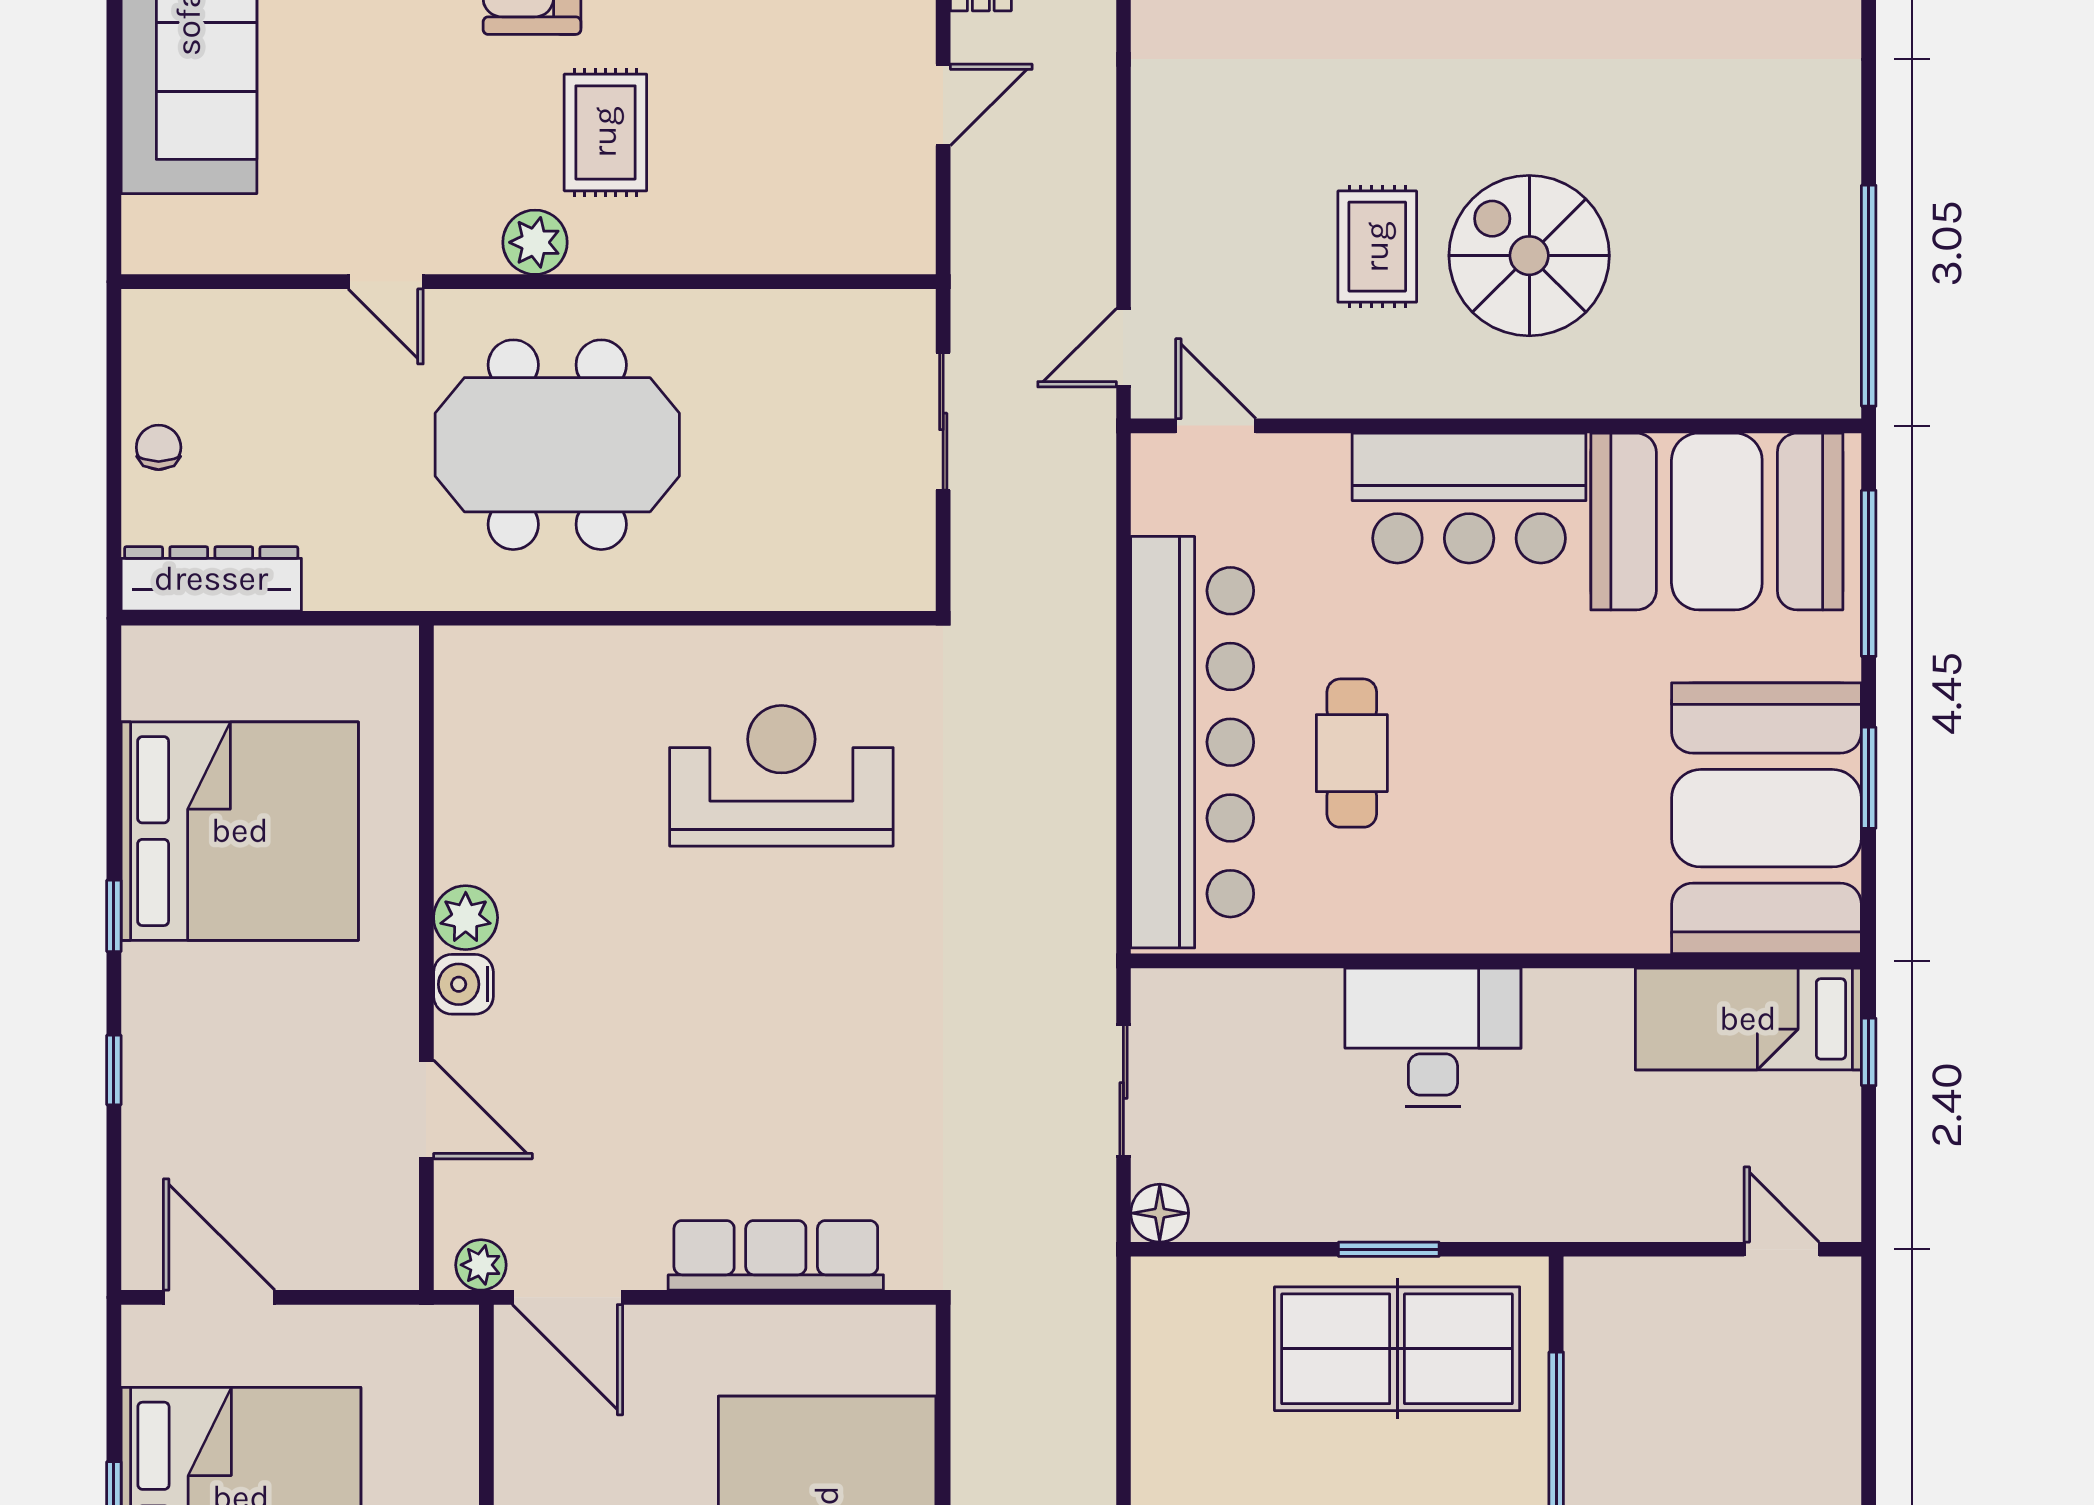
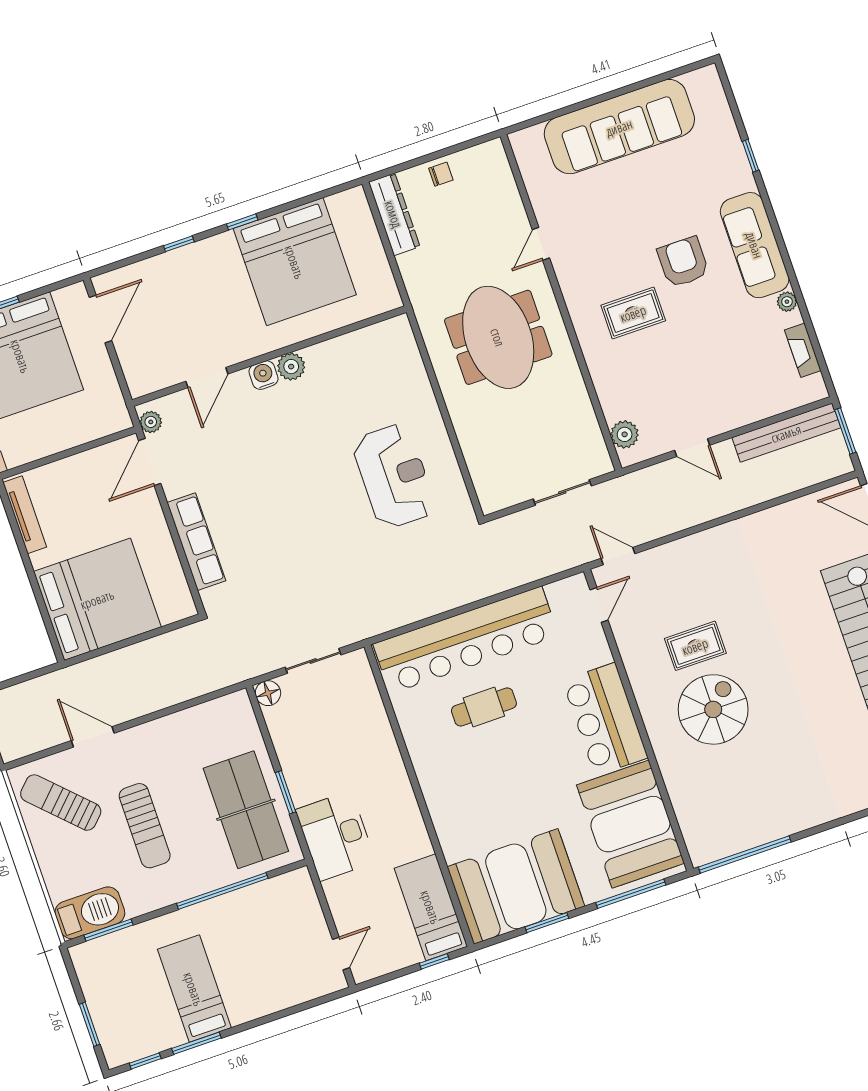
plant: (535, 242) -> (625, 434), moved
desk: (1433, 1037) -> (336, 836), moved, turned 180

